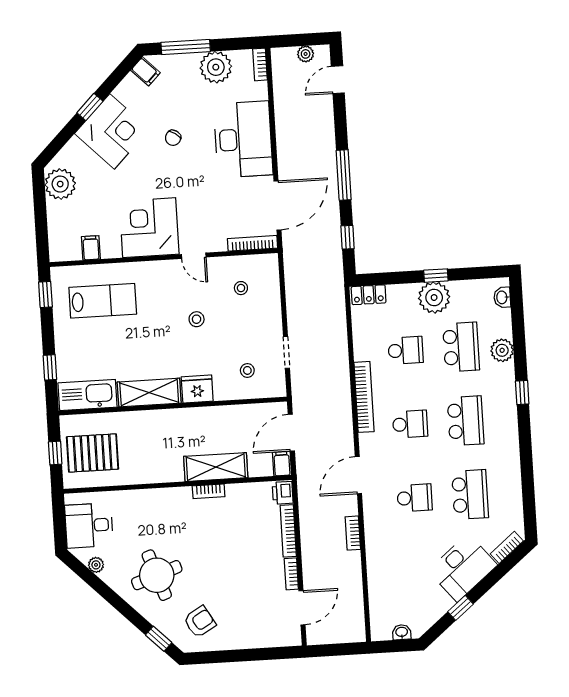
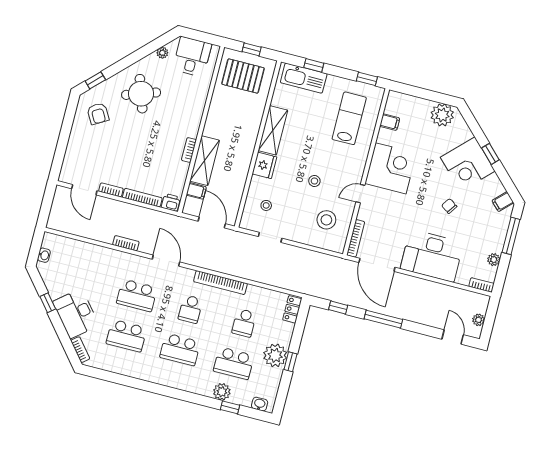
plant: (216, 67) -> (494, 260), width x0.53, depth x0.53
stool: (241, 288) -> (326, 220), width x1.89, depth x1.89
lab bench: (103, 301) -> (349, 118), turned 180
window: (522, 392) -> (230, 407), moved
kitchen sink: (88, 395) -> (304, 78), moved, turned 90
pallet: (93, 453) -> (243, 76), turned 90
filing cabinet: (282, 464) -> (196, 191), moved
school desk: (415, 498) -> (137, 295), width x1.85

